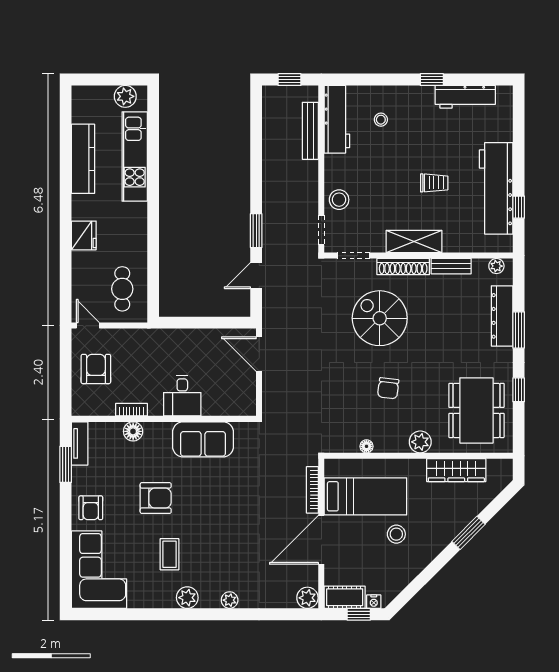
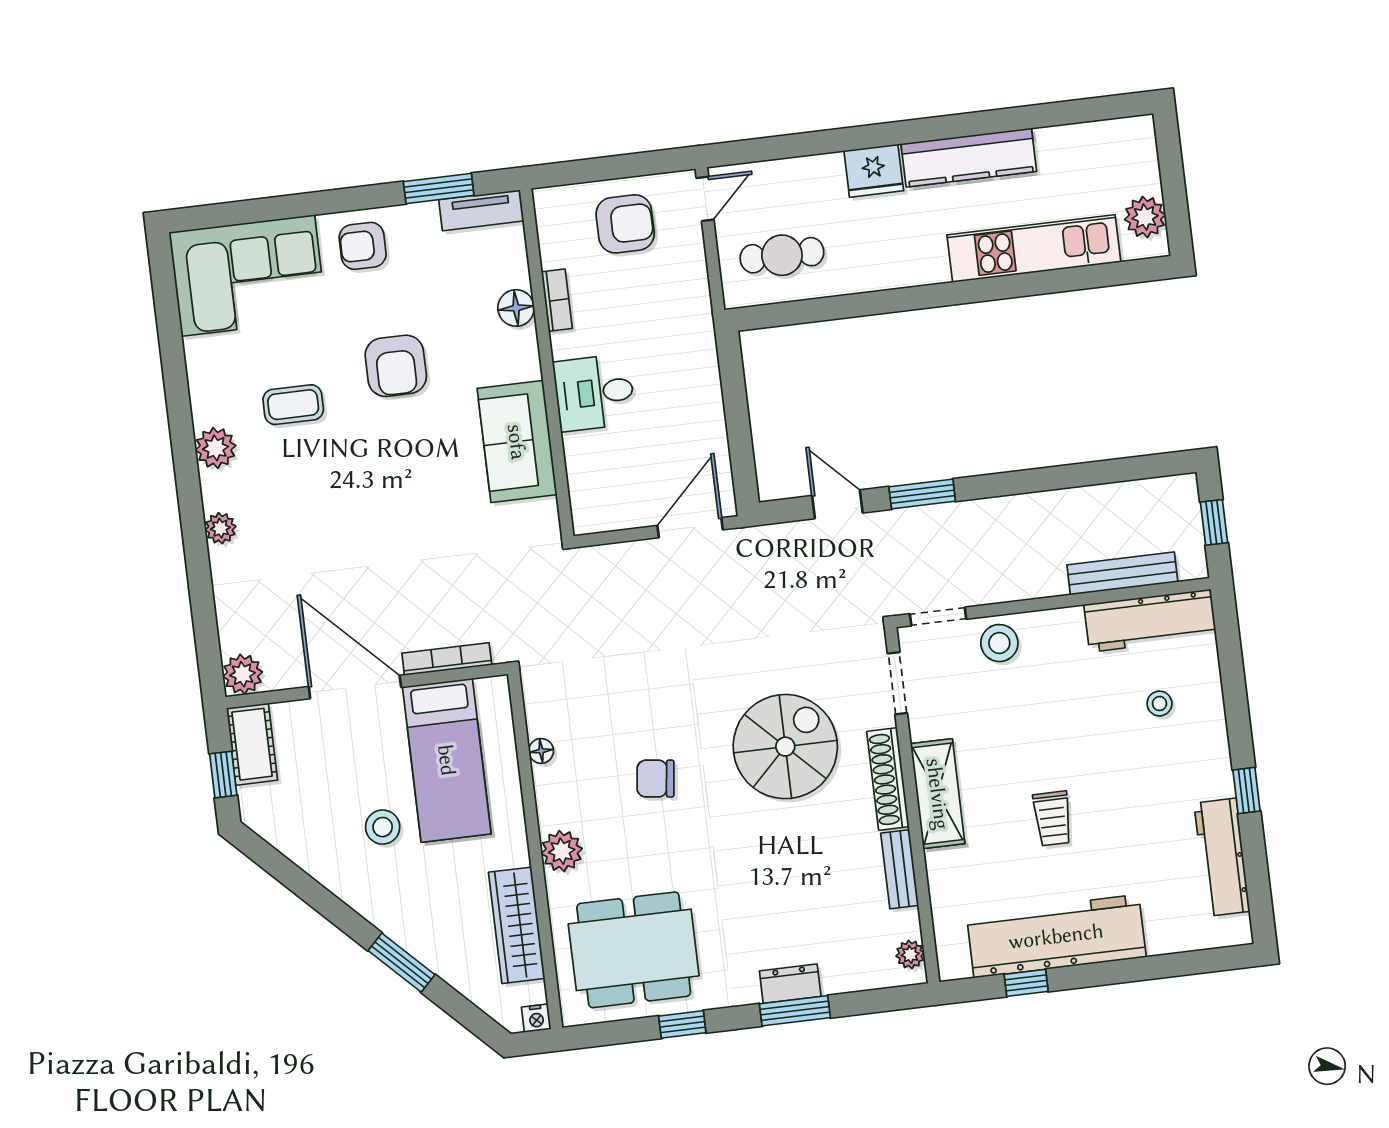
kitchen counter: (83, 159) -> (969, 158), moved
dresser: (502, 316) -> (790, 984), width x0.51, depth x0.80
nightstand: (374, 602) -> (536, 1018), moved, turned -90

